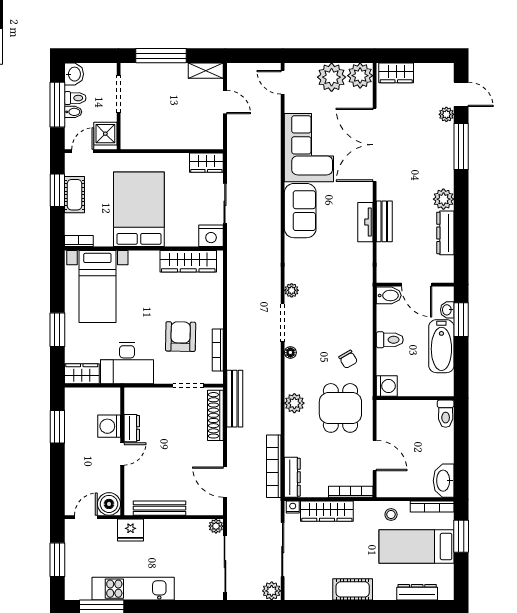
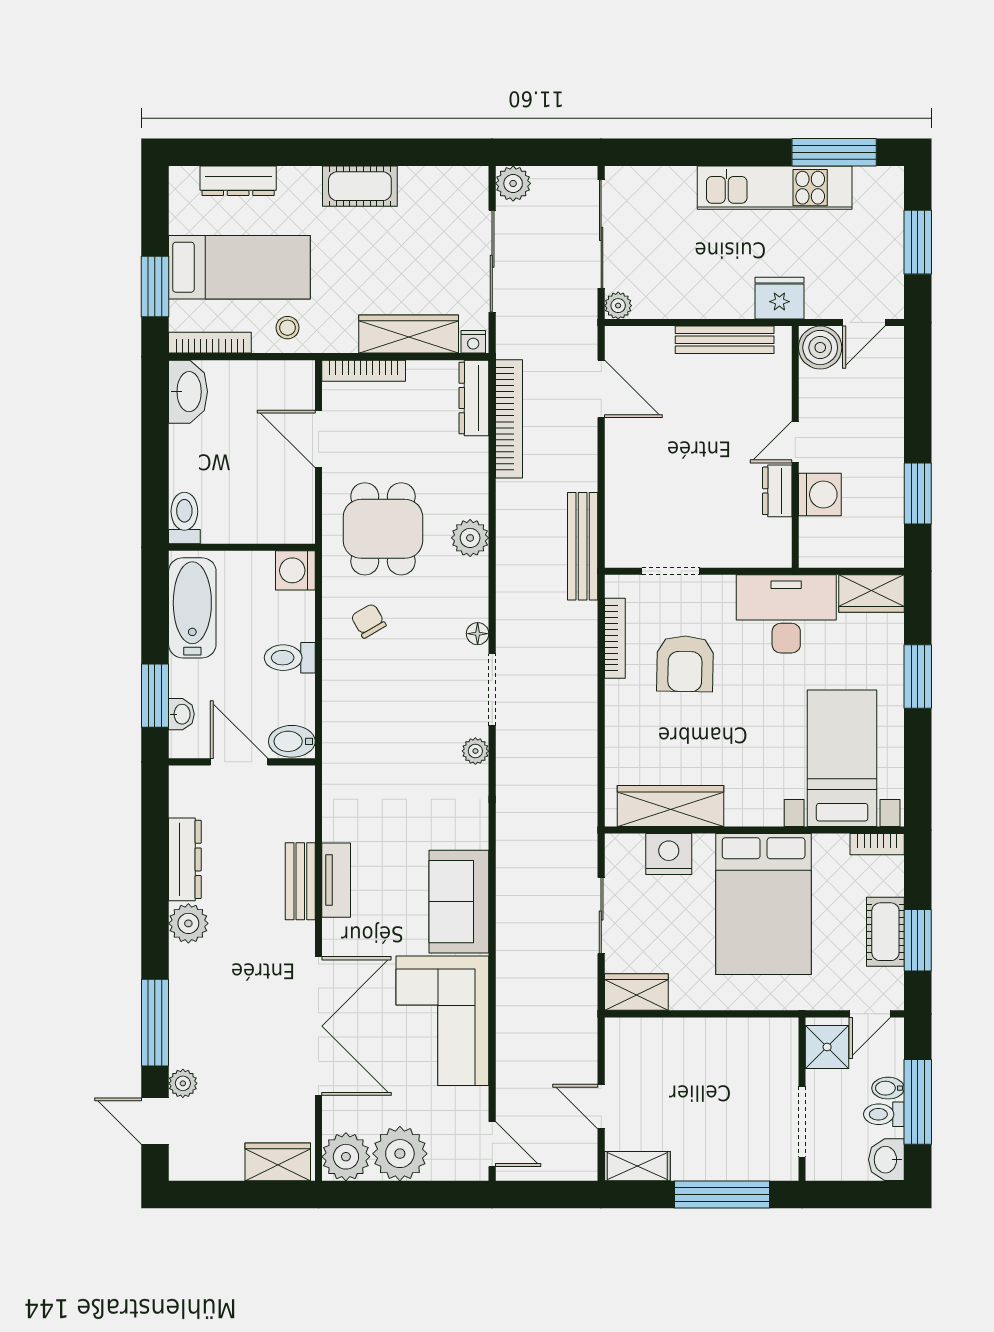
nightstand: (211, 236) -> (669, 854), moved
bathtub: (441, 346) -> (192, 608), moved
shoe rack: (215, 415) -> (619, 515), removed

